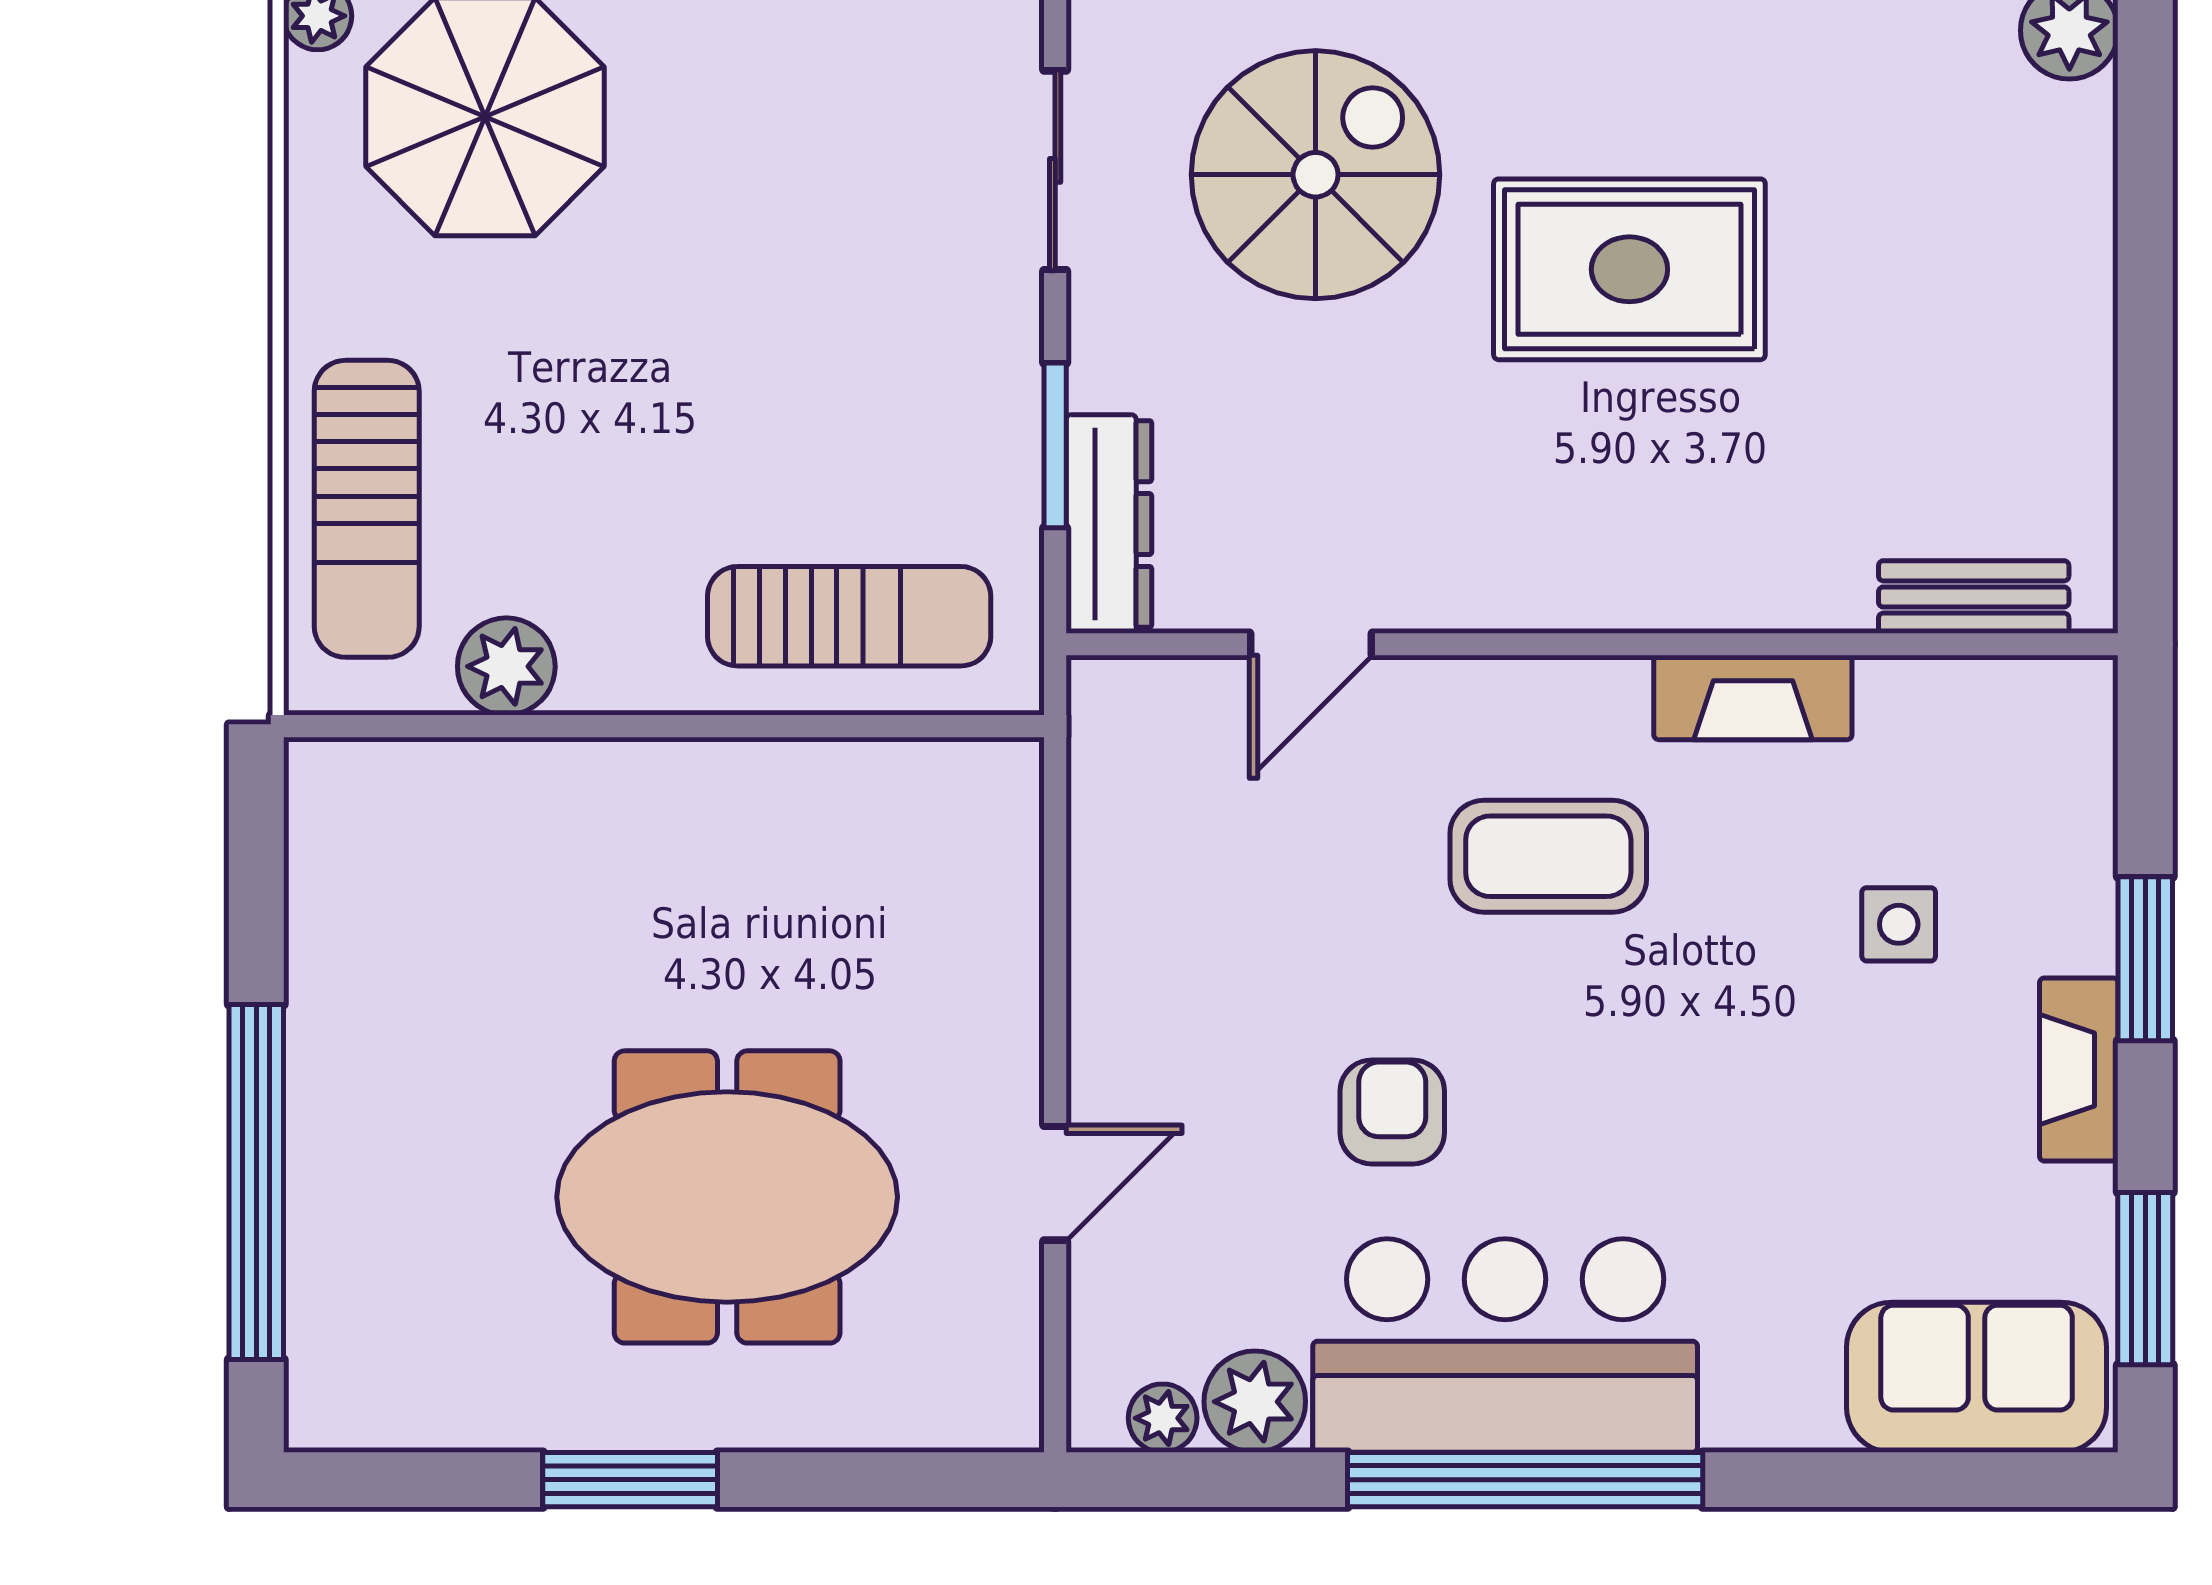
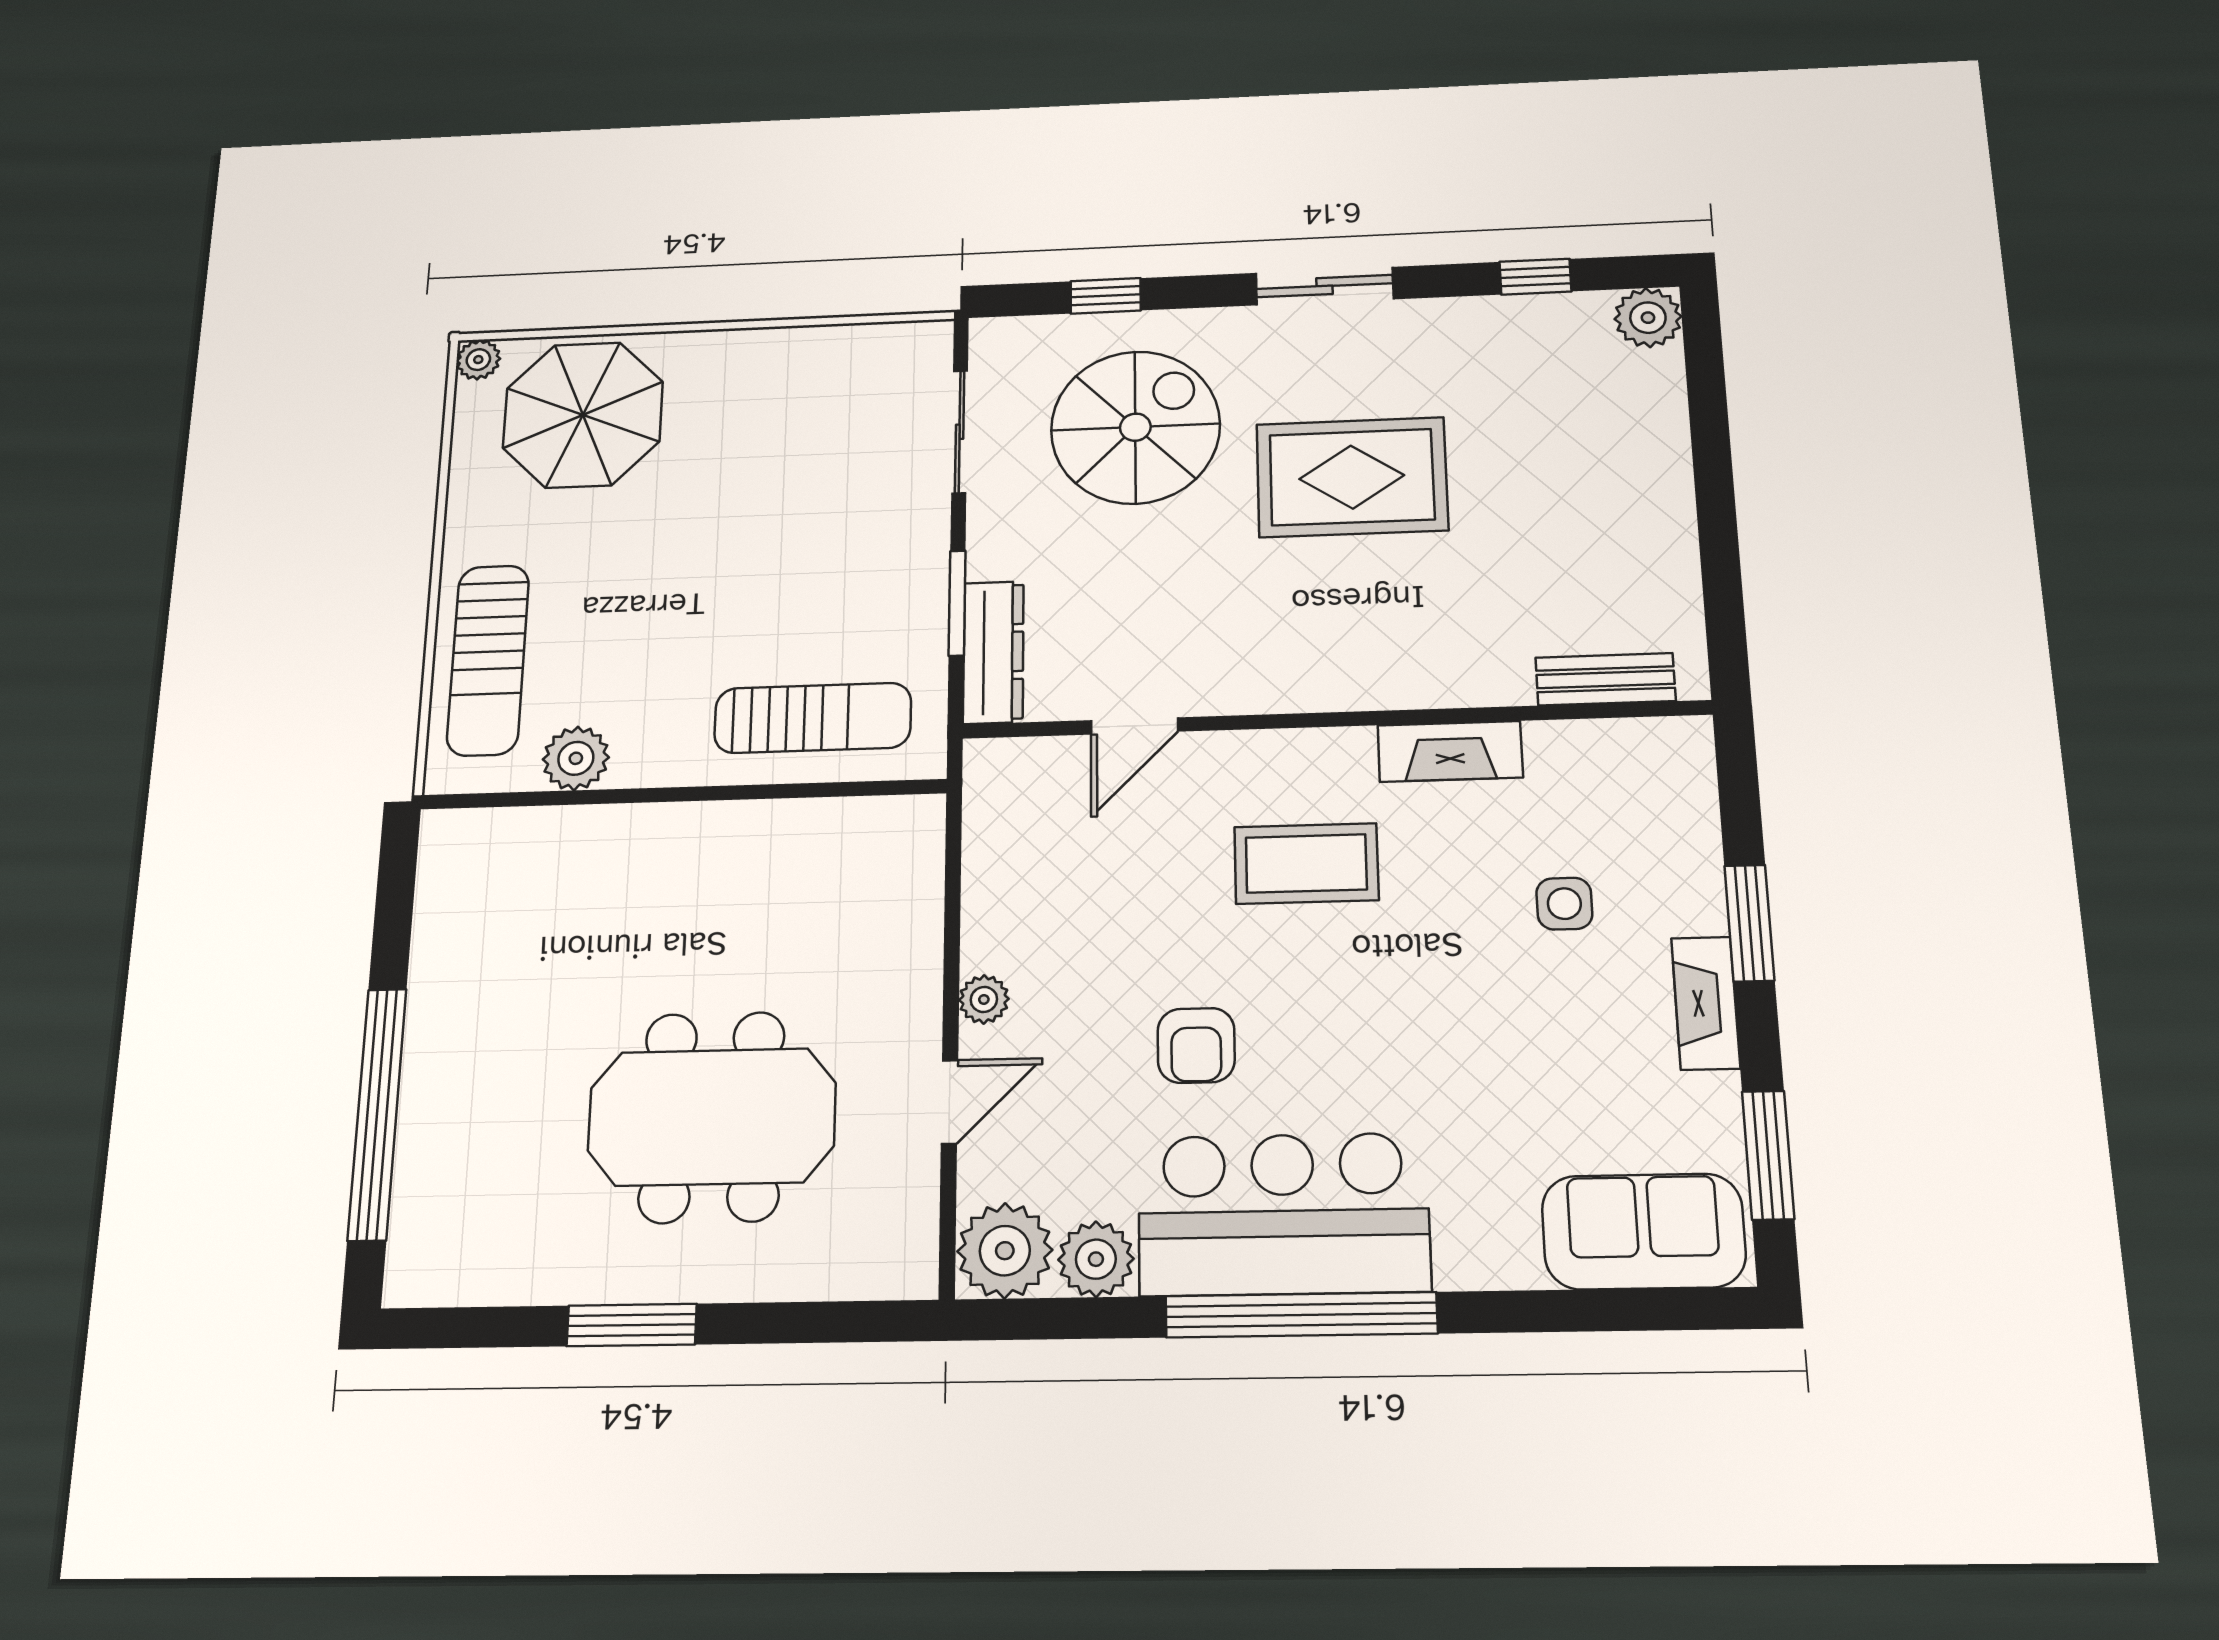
plant: (1101, 1040) -> (984, 999), added
armchair: (1392, 1112) -> (1196, 1045), turned 180
plant: (1163, 1418) -> (1005, 1251), width x1.88, depth x1.88

